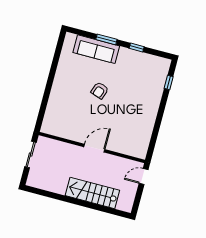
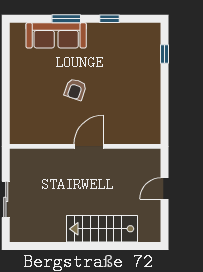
wall: (92, 147) -> (85, 146), moved
door: (94, 148) -> (89, 146), moved

